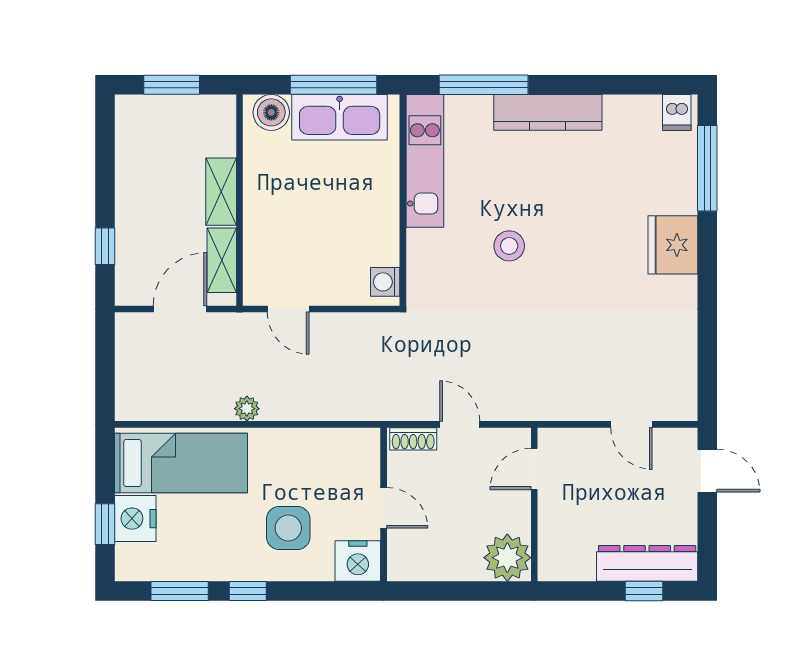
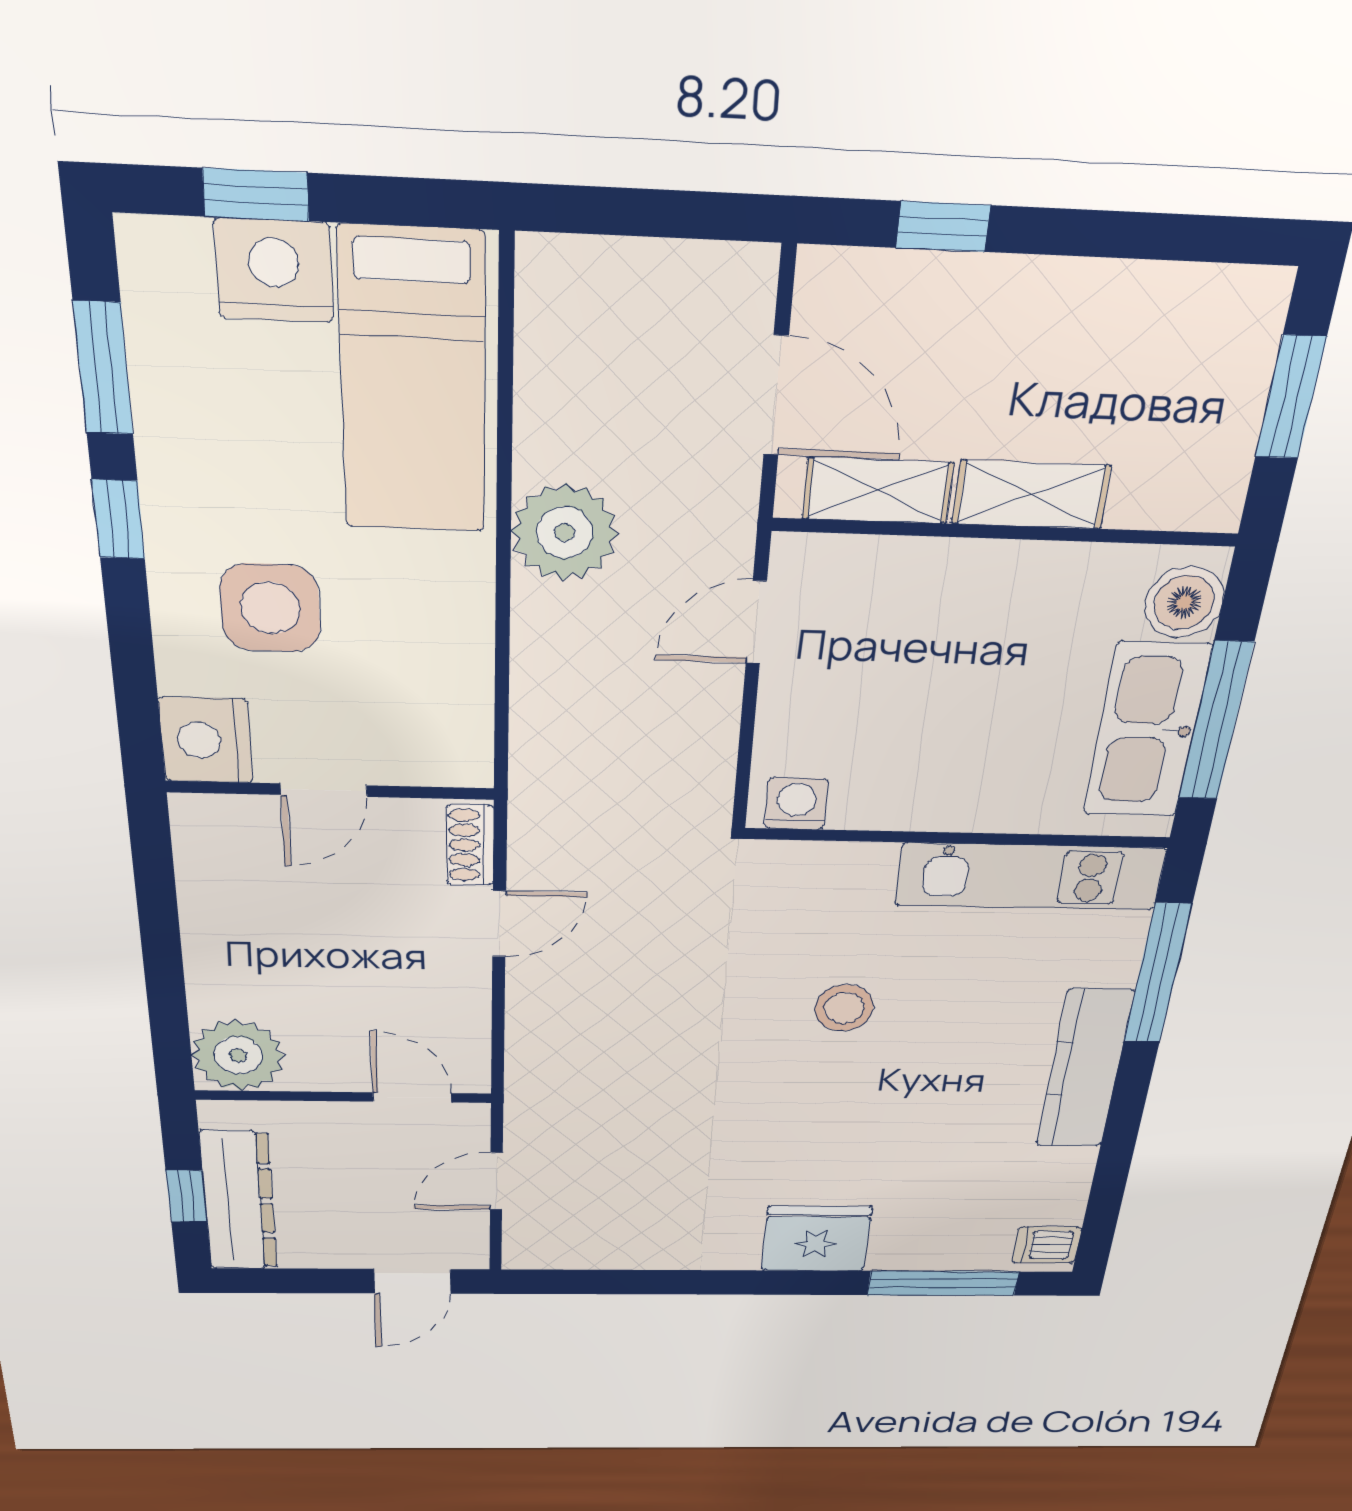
plant: (247, 409) -> (565, 532), width x1.88, depth x1.88
door: (534, 469) -> (412, 1097), moved
wall: (534, 504) -> (344, 1097), moved
plant: (507, 558) -> (238, 1055), moved

